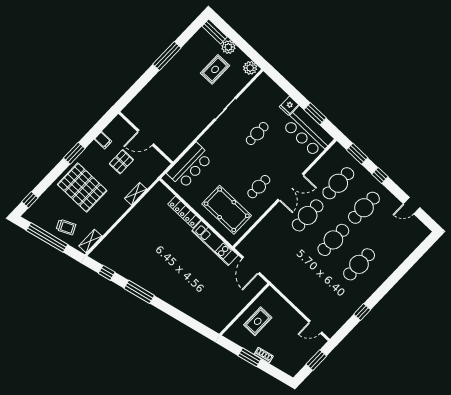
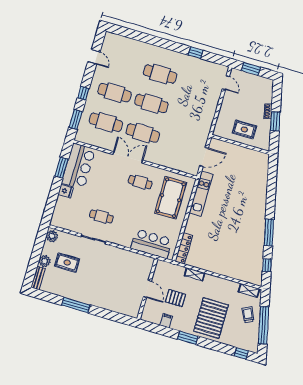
cafe table: (257, 134) -> (101, 217), moved
locker: (184, 212) -> (184, 248), moved

